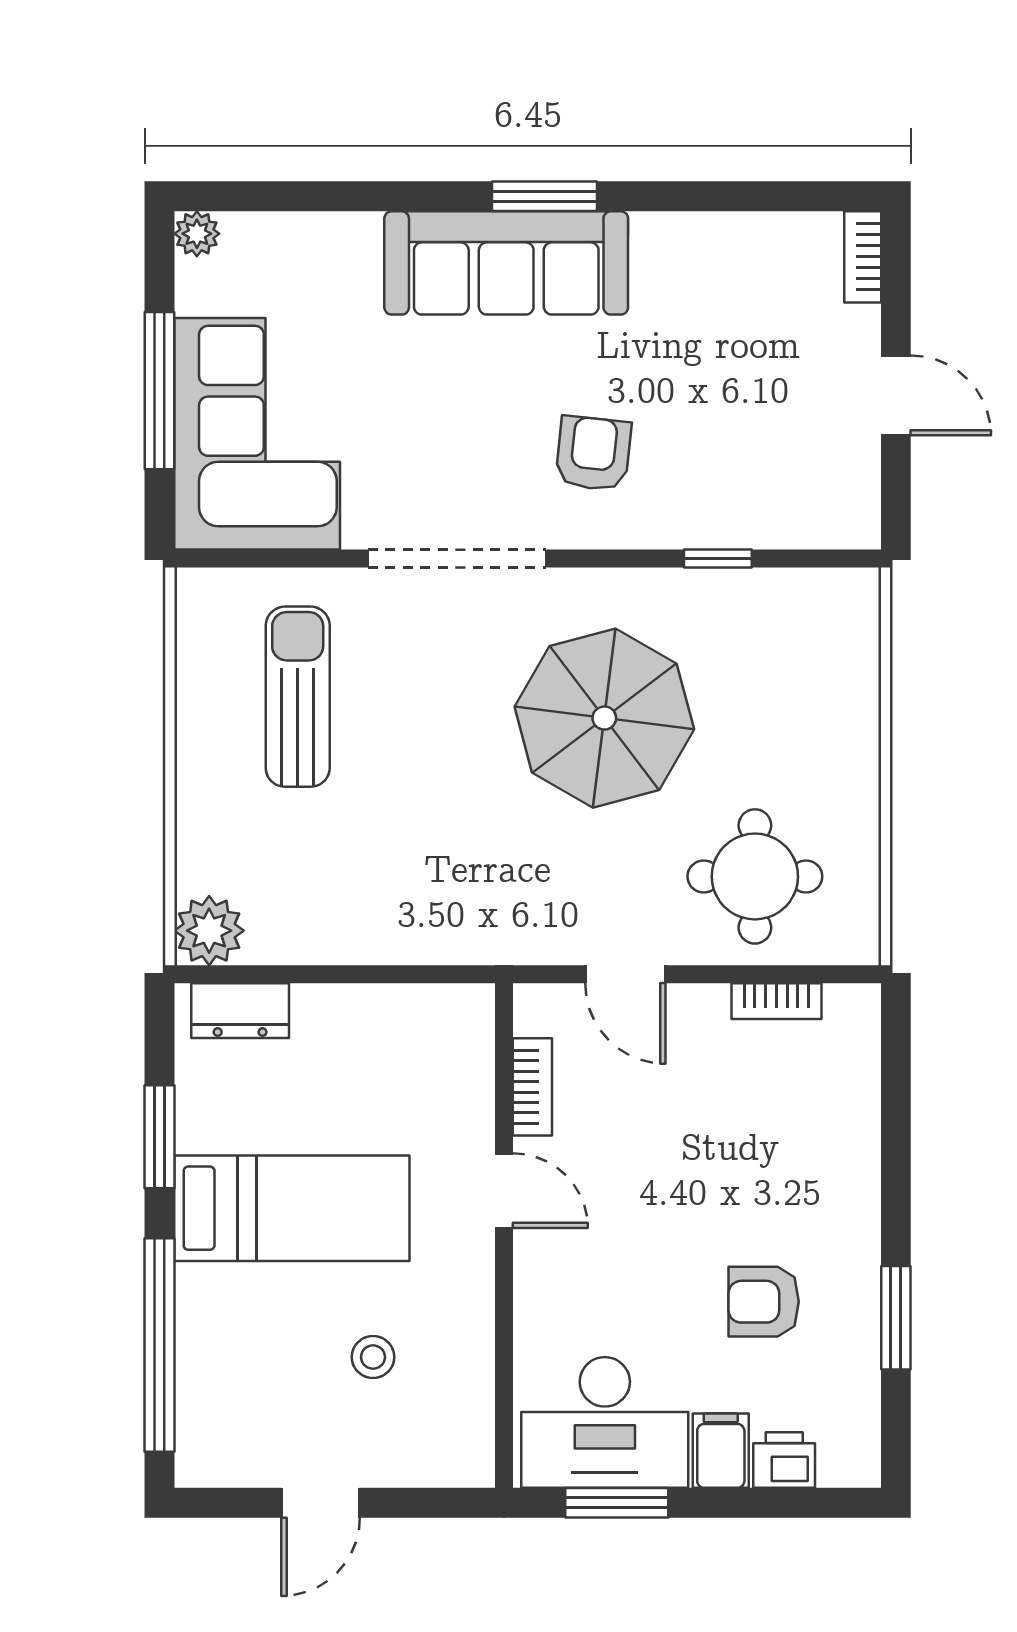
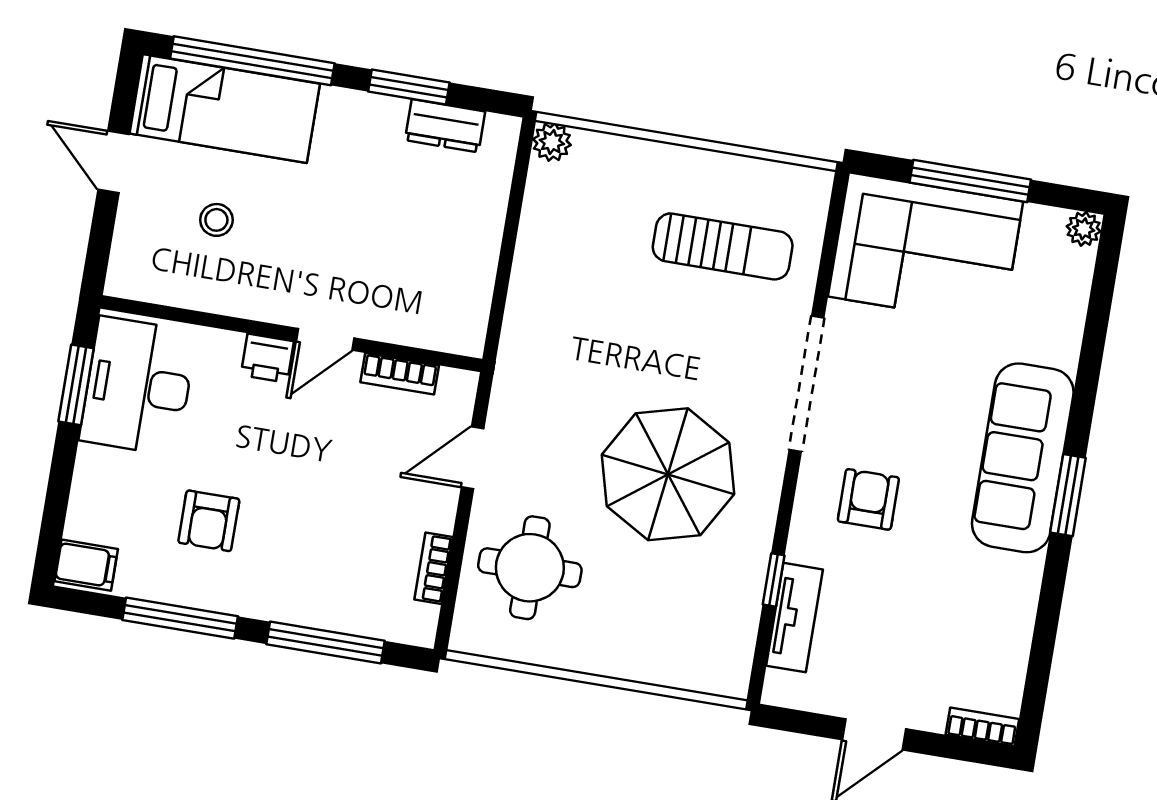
armchair: (593, 454) -> (868, 499), turned -96
tv unit: (762, 523) -> (794, 618), added
plant: (209, 931) -> (552, 142), width x0.73, depth x0.73
dresser: (240, 1011) -> (445, 126), moved, turned -90
window: (896, 1124) -> (326, 643), added
bed: (292, 1208) -> (225, 109), moved, turned -90
armchair: (764, 1302) -> (209, 521), turned 180
window: (896, 1318) -> (180, 618), width x1.44
filing cabinet: (721, 1451) -> (86, 565), moved
printer: (784, 1460) -> (267, 358), moved, turned 90

